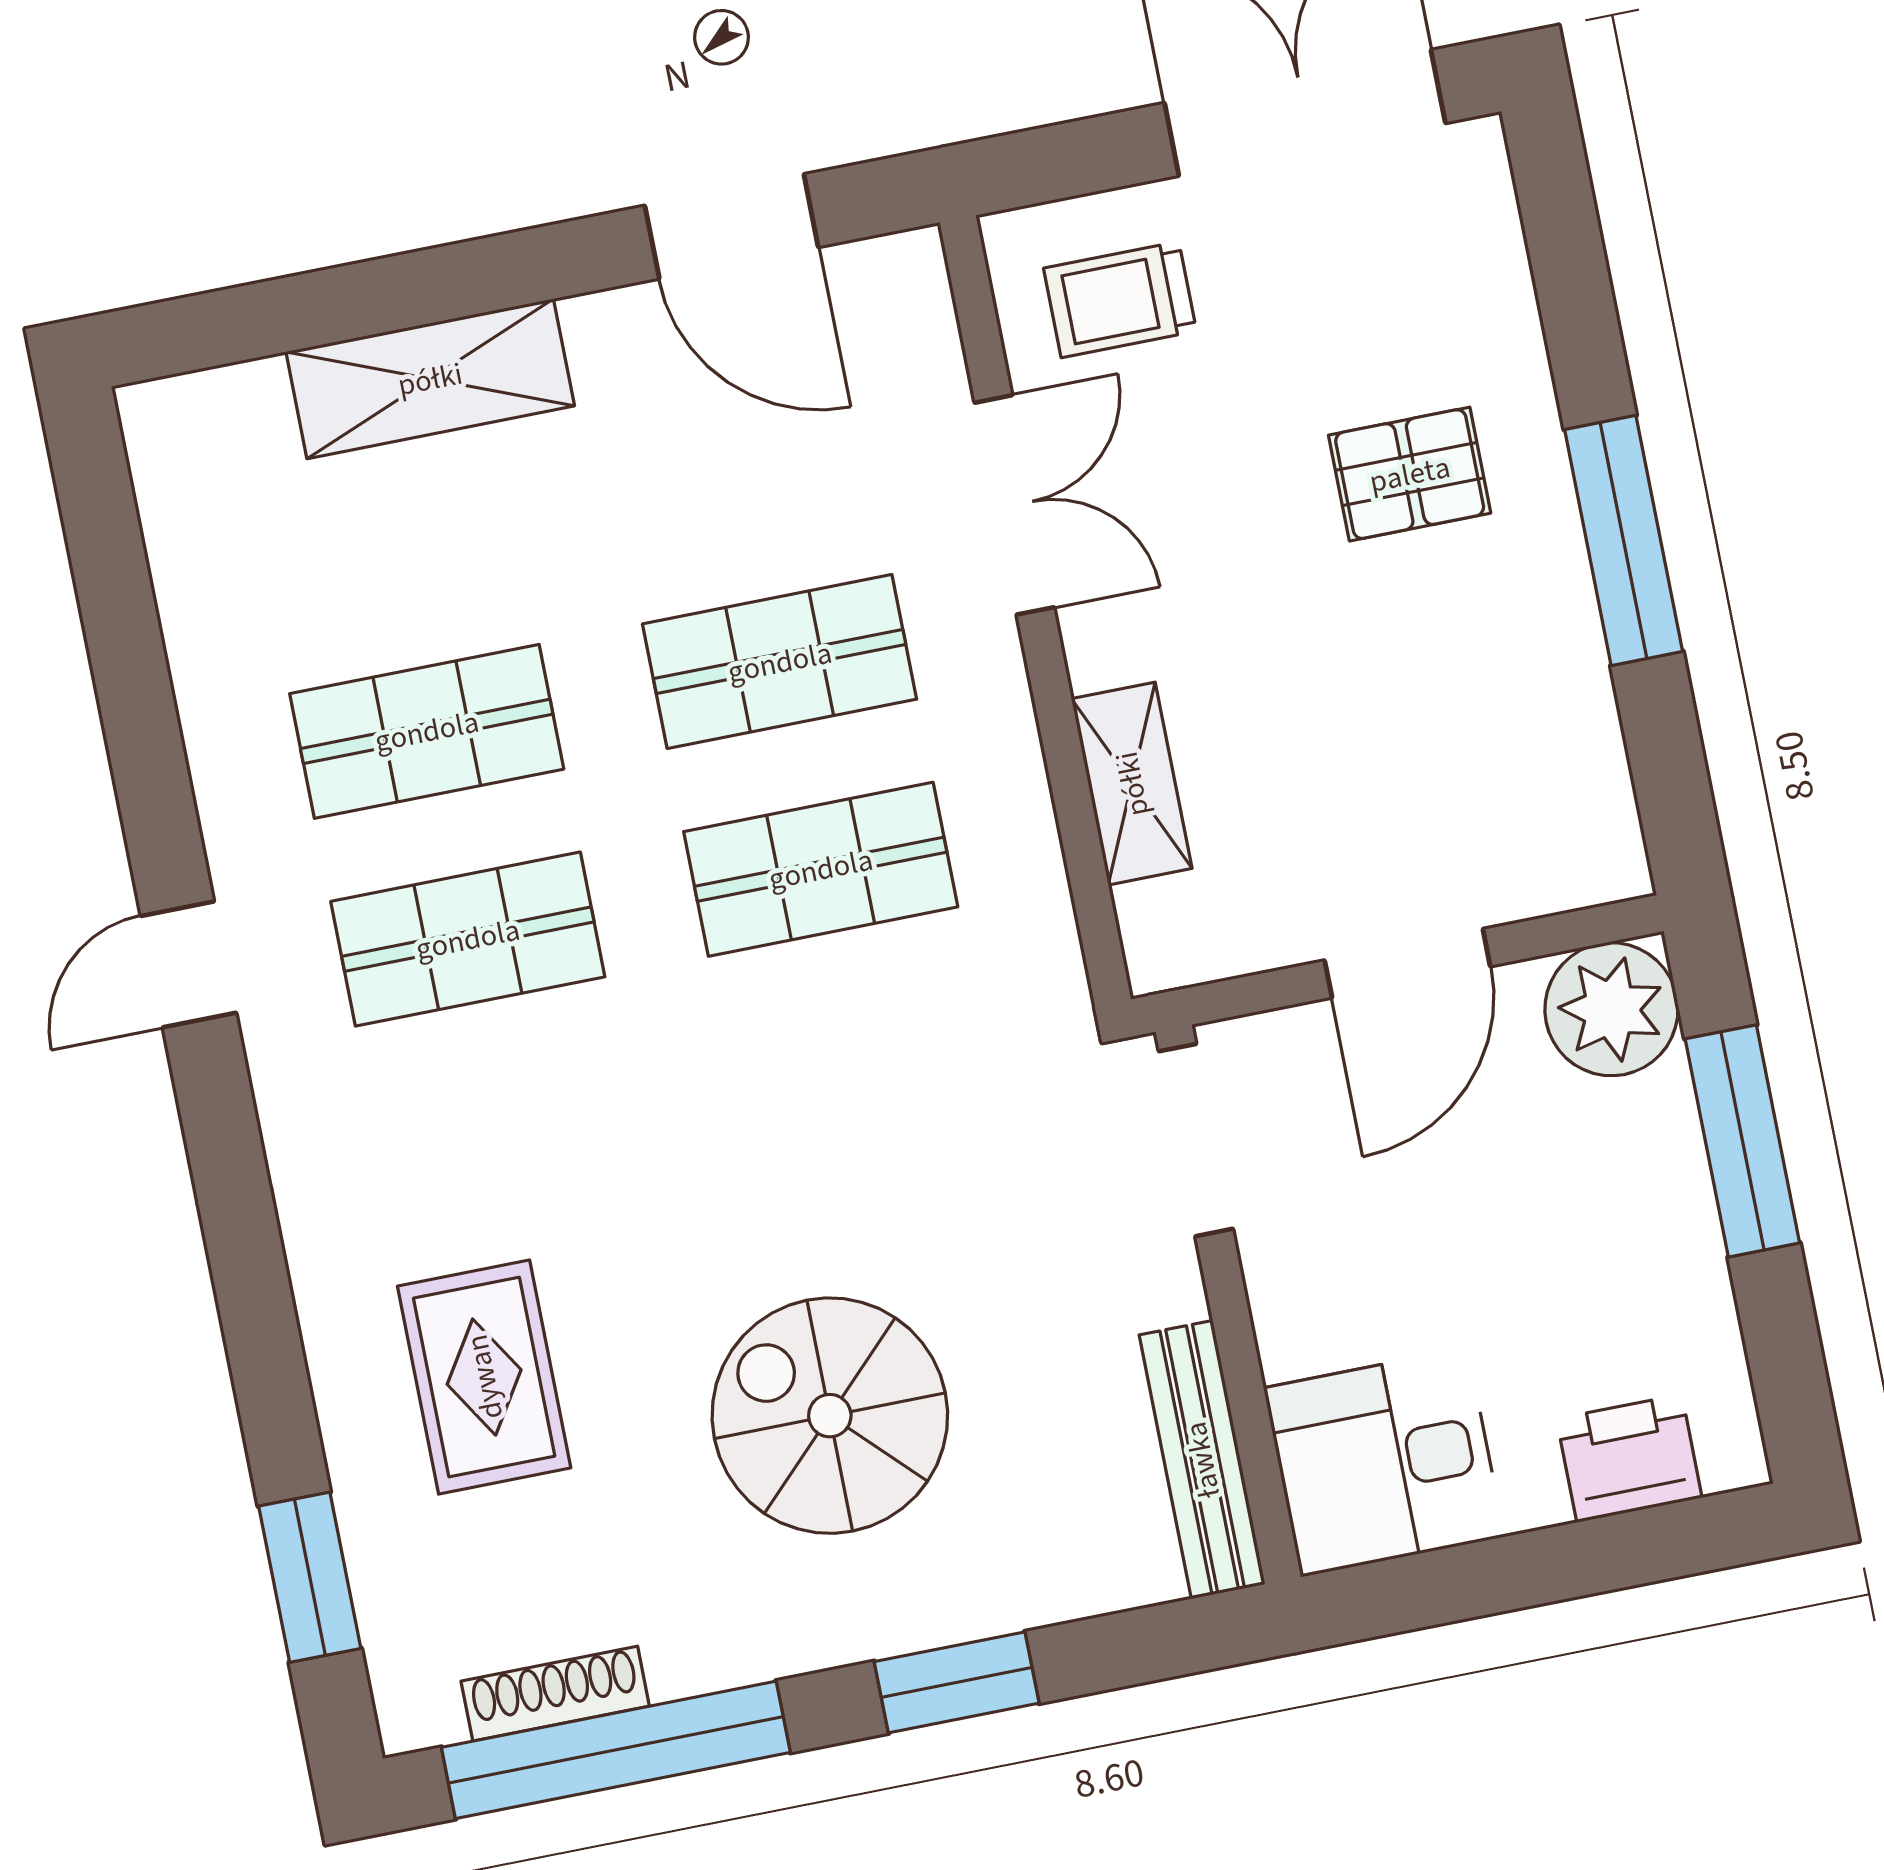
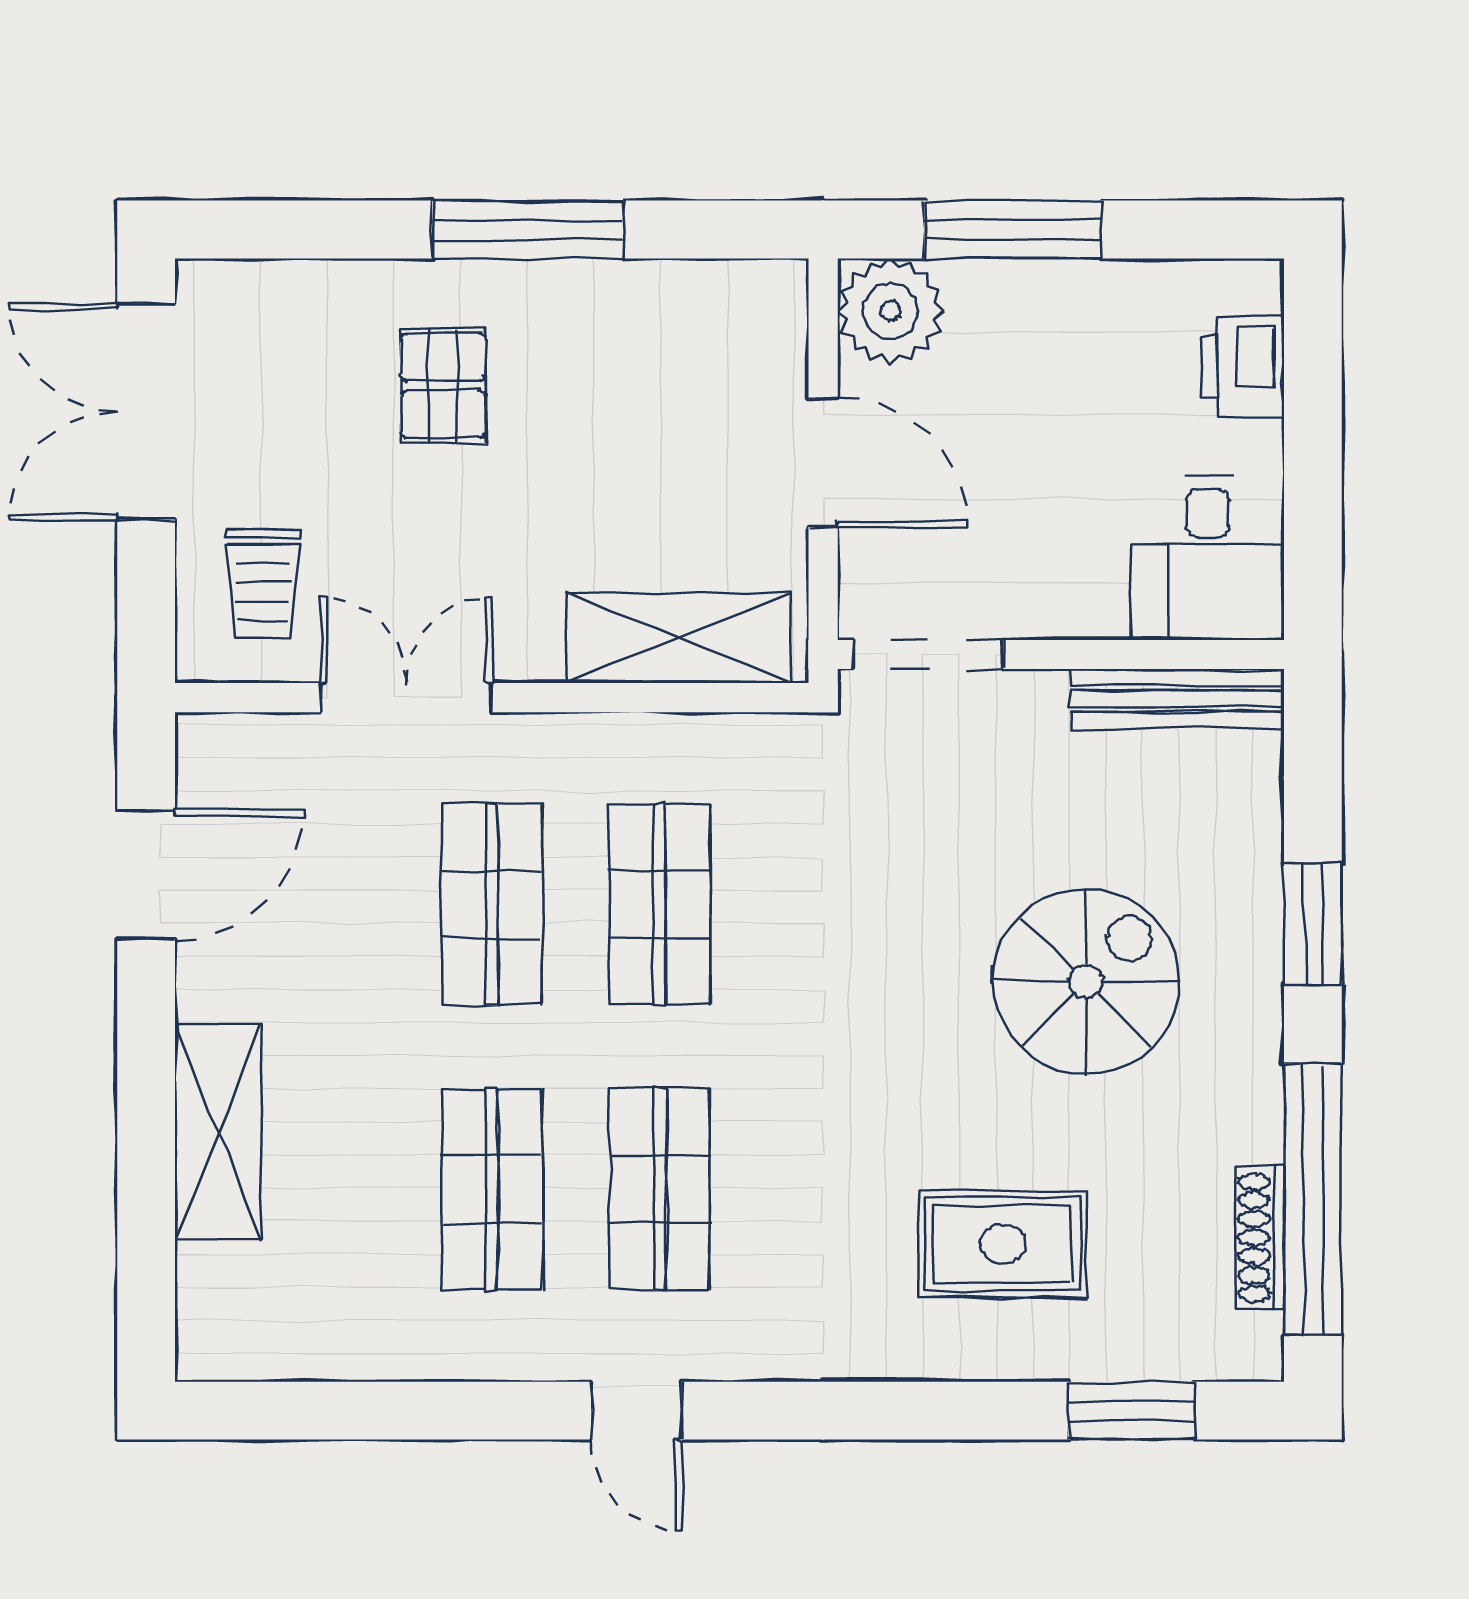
shelving: (1132, 784) -> (679, 638), width x1.50, depth x1.33
spiral stairs: (830, 1416) -> (1086, 981), turned 180

